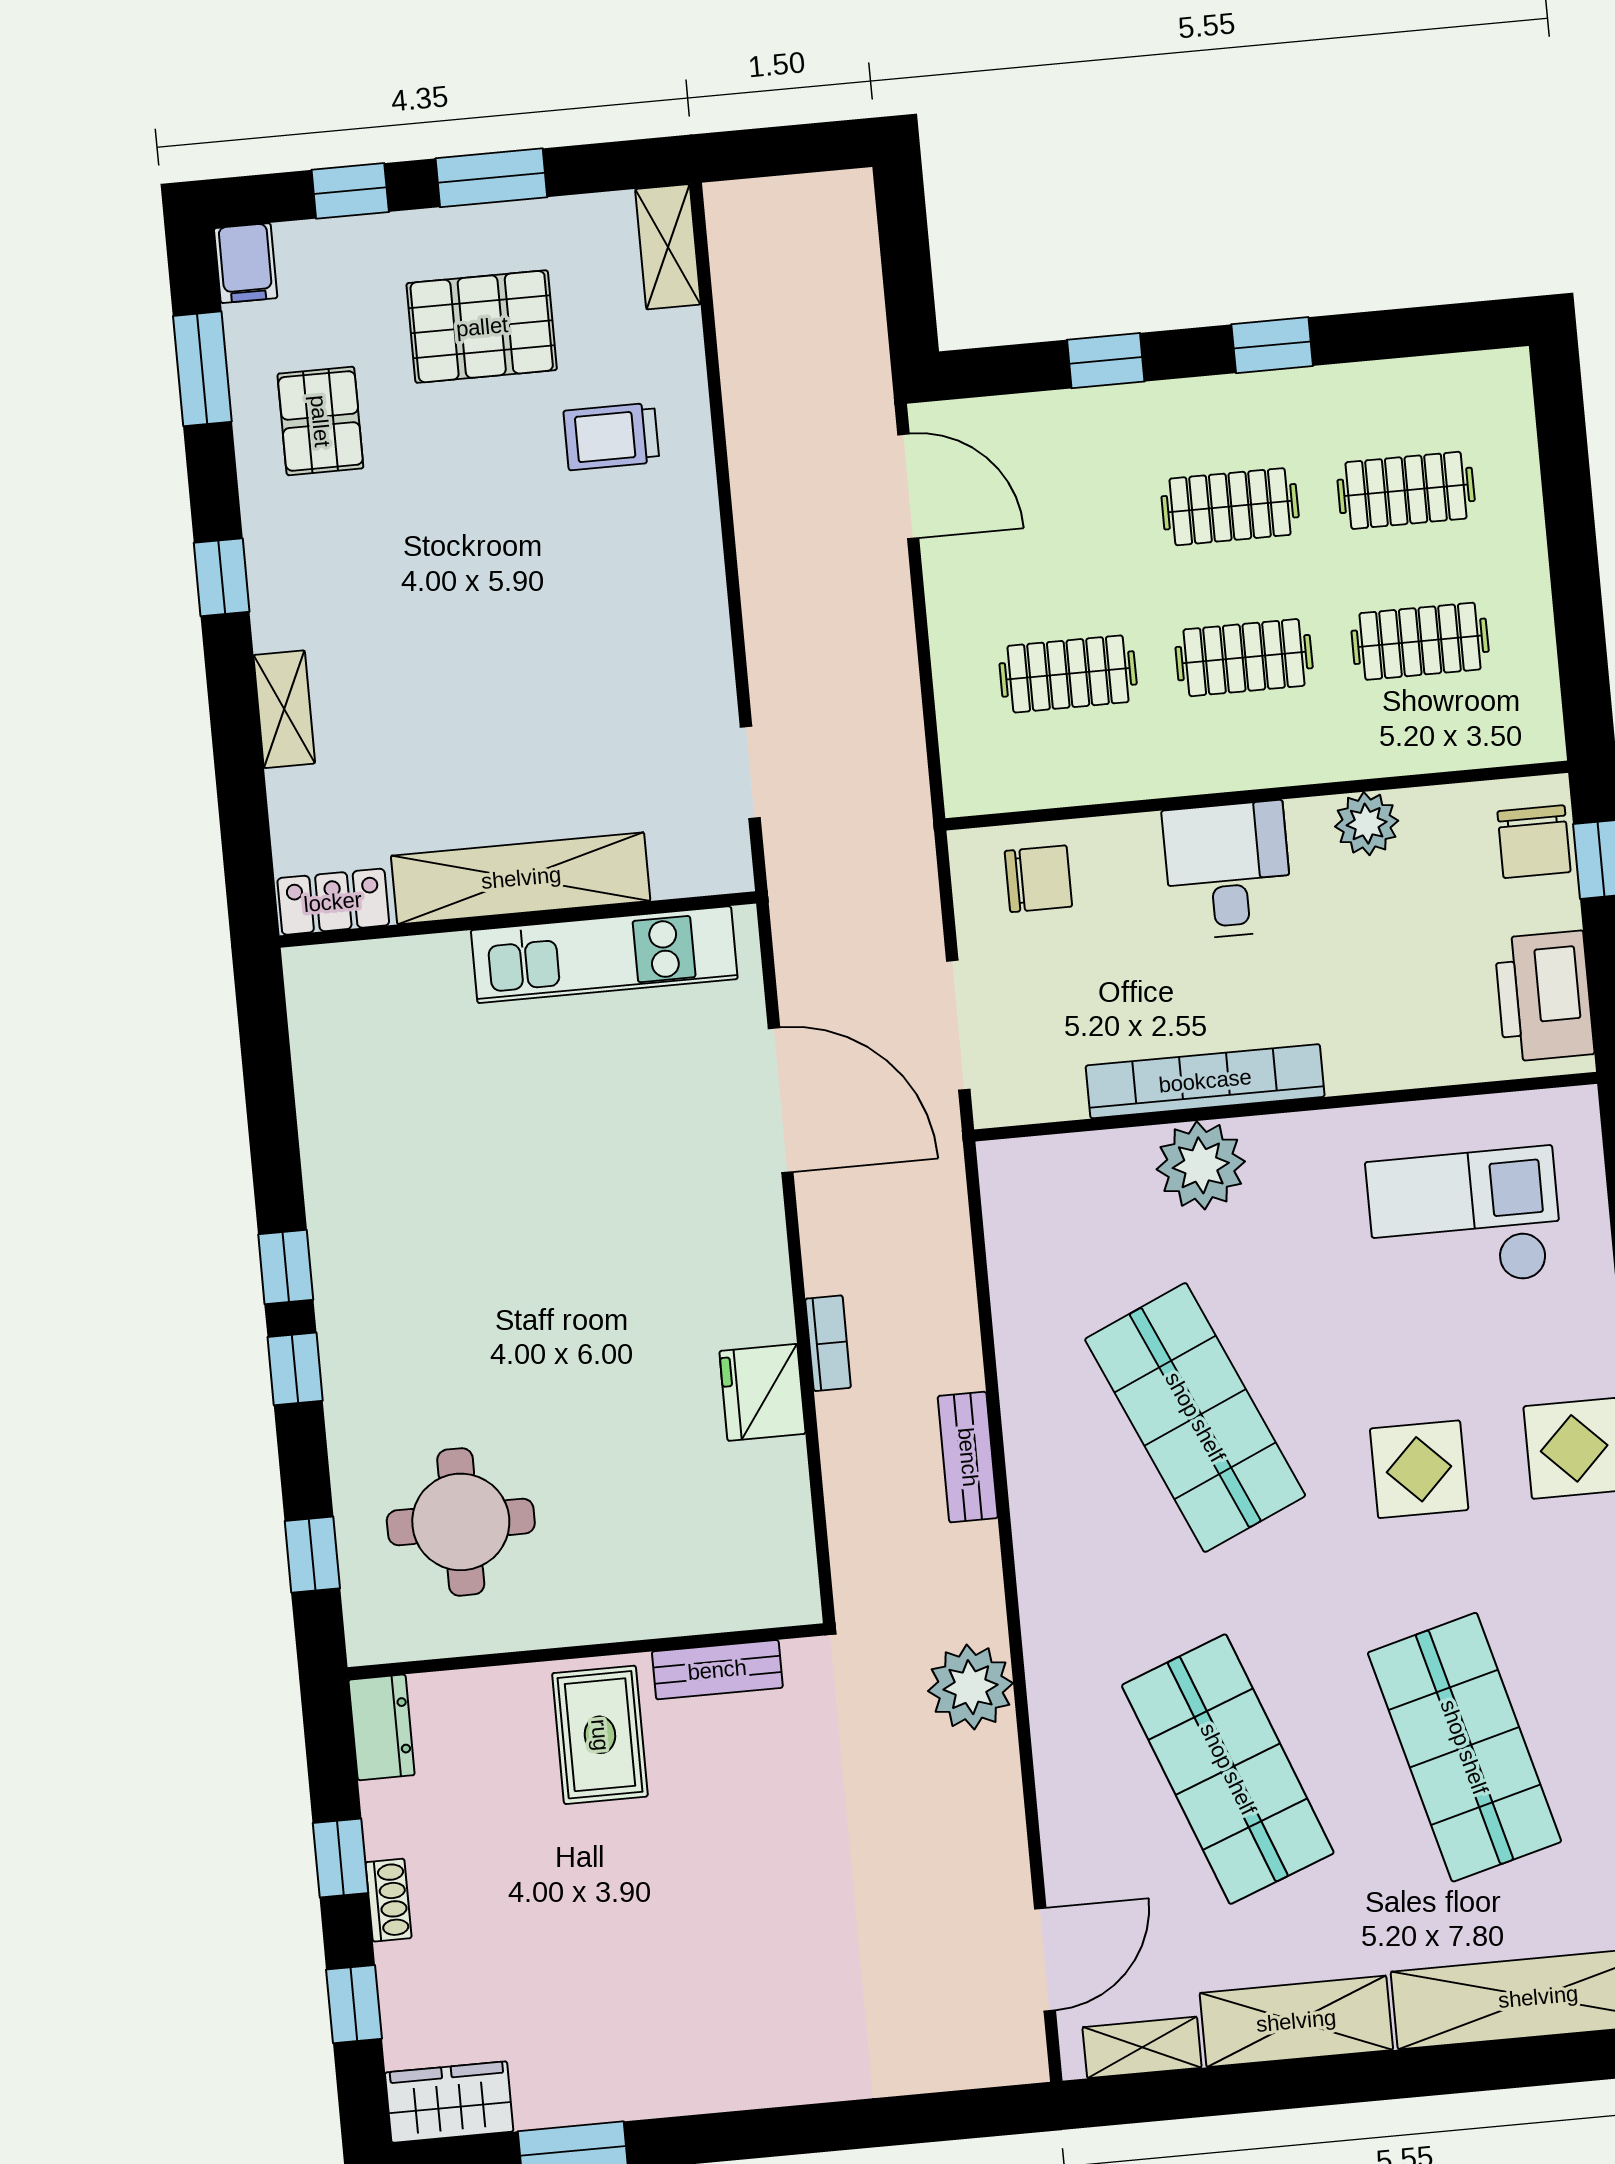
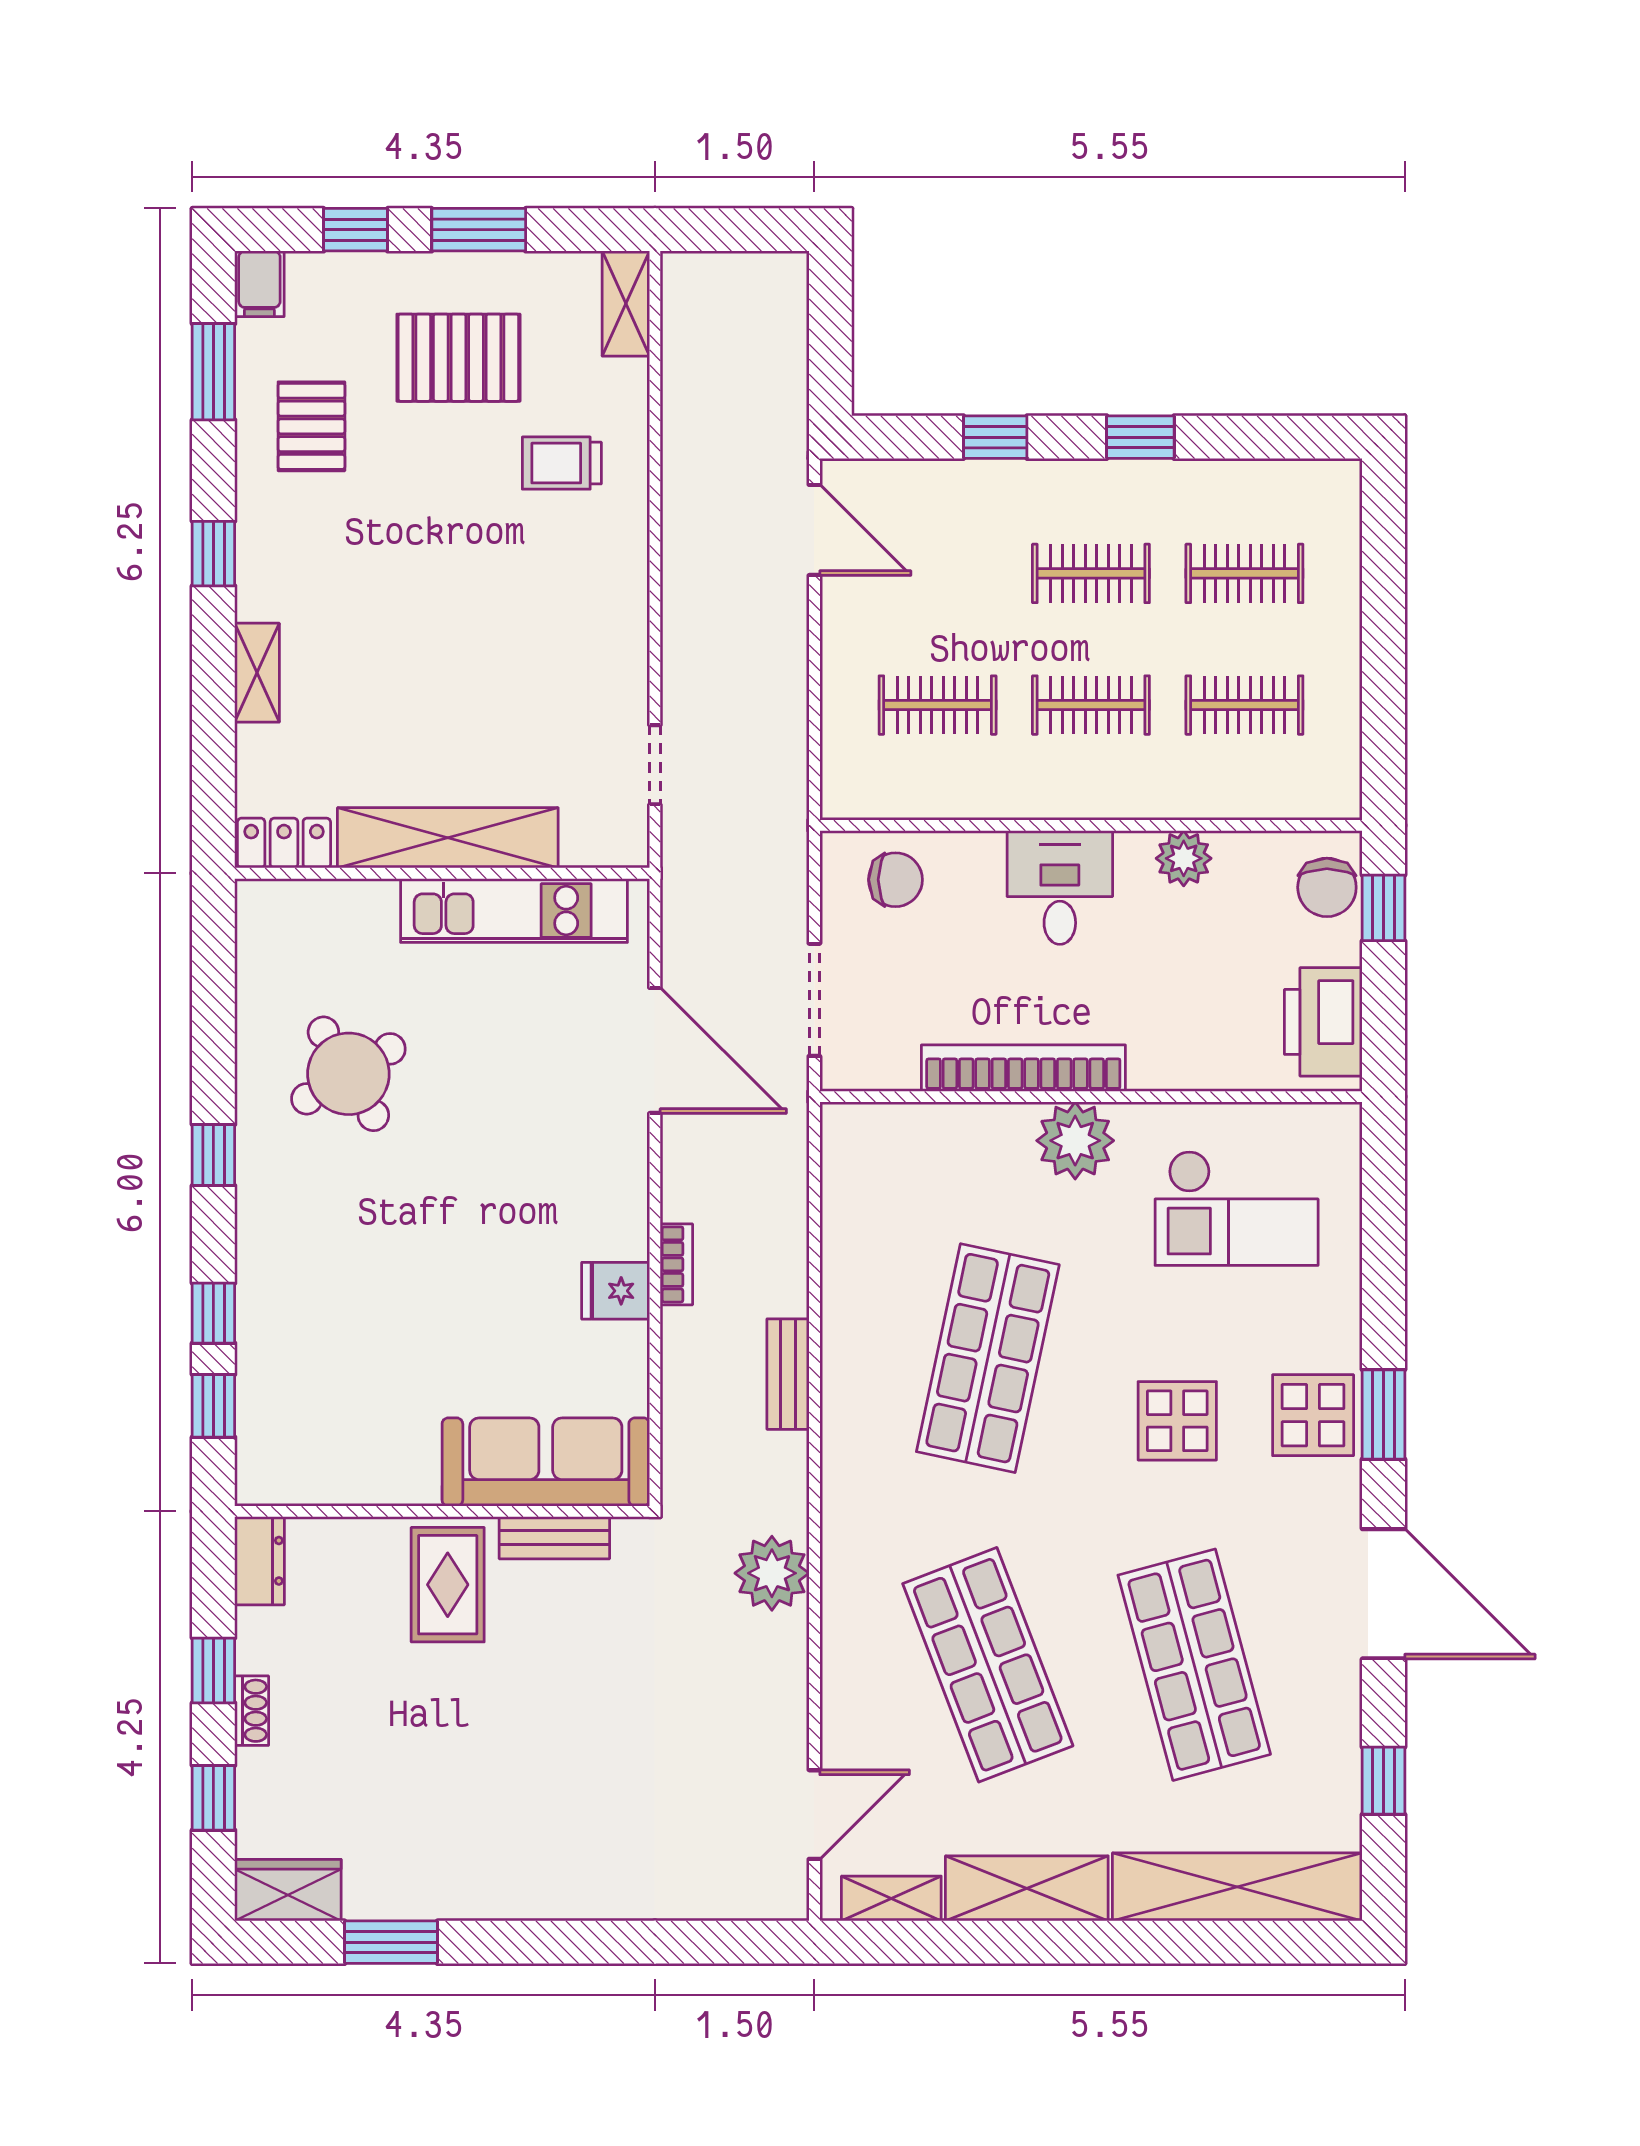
plant: (1201, 1165) -> (1075, 1141), moved
checkout: (1464, 1219) -> (1237, 1208), turned 180
window: (295, 1369) -> (213, 1313), moved
fridge: (762, 1392) -> (616, 1291), width x0.72
shop shelf: (1195, 1417) -> (988, 1358), turned 36
round table: (461, 1522) -> (348, 1074), moved, turned -31
sofa: (699, 1584) -> (546, 1462), added

